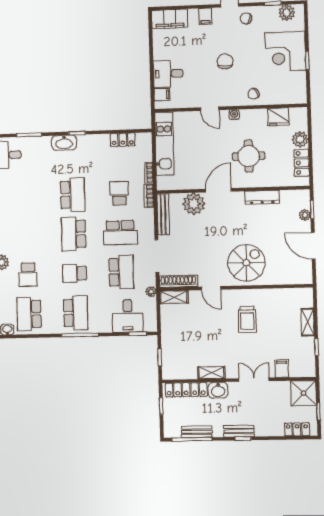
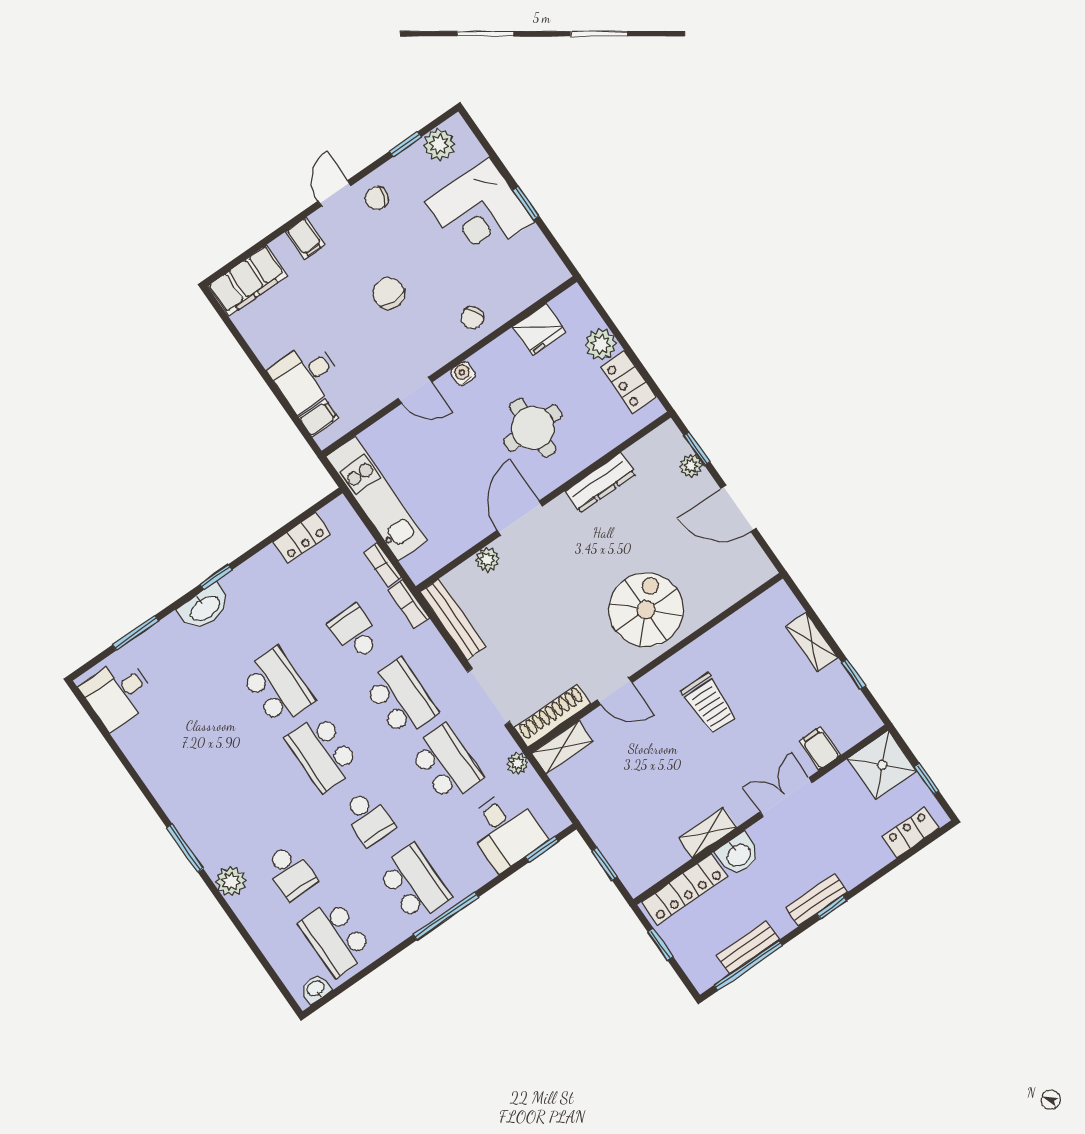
plant: (194, 204) -> (487, 560), width x0.53, depth x0.53
school desk: (120, 233) -> (401, 698), turned -90
school desk: (75, 273) -> (368, 818), turned -90

